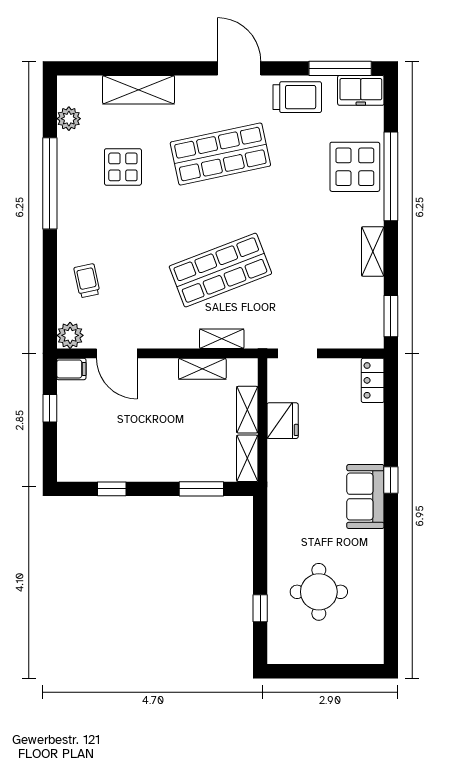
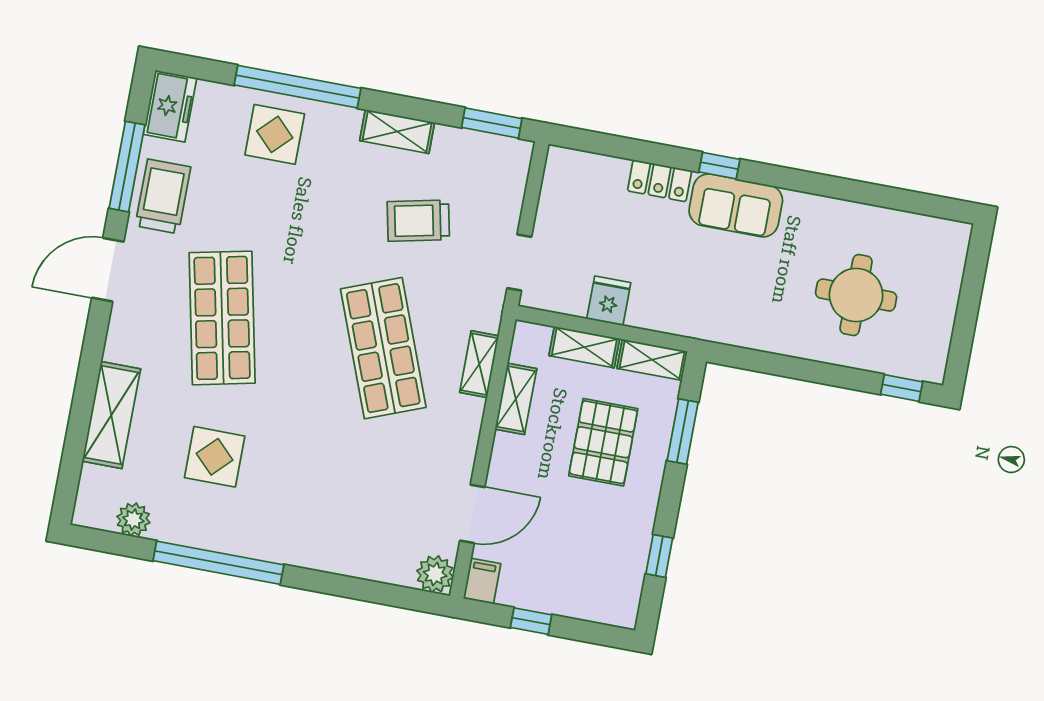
window: (340, 68) -> (127, 167), moved
display table: (355, 167) -> (275, 134), width x0.73, depth x0.73
trolley: (87, 281) -> (418, 221), moved, width x1.36, depth x1.39
locker: (373, 380) -> (660, 181), moved
fridge: (283, 421) -> (609, 301), width x0.72
pallet: (184, 435) -> (603, 442), added
window: (260, 608) -> (902, 388), moved

